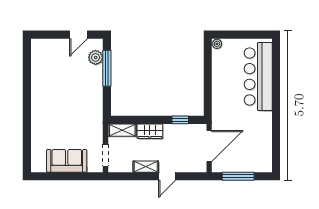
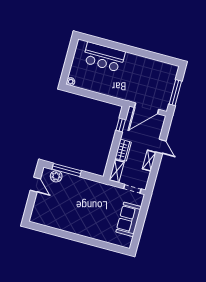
bar counter: (258, 77) -> (104, 57), width x0.73
door: (209, 146) -> (147, 108), swing flipped

